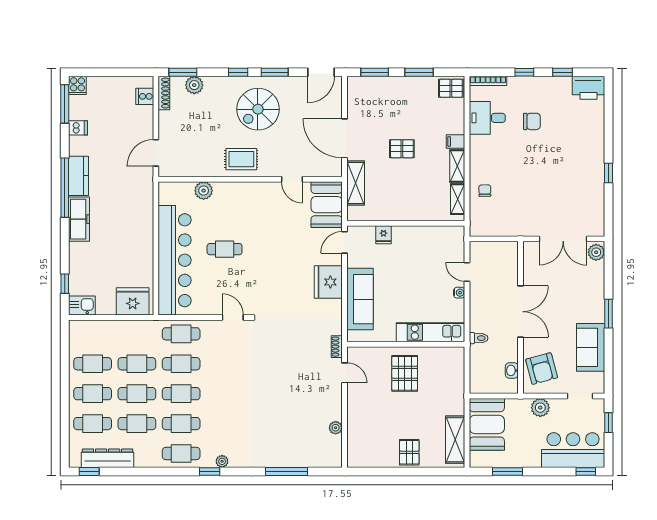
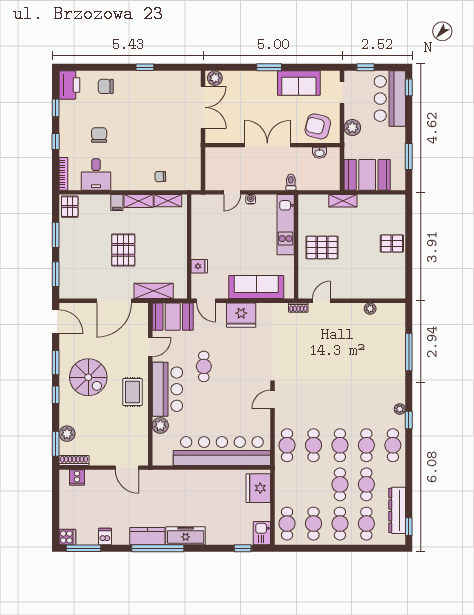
chair: (587, 129) -> (106, 86), added
pallet: (402, 149) -> (123, 250), width x1.50, depth x1.42
bar counter: (245, 199) -> (167, 389), added
cafe table: (225, 249) -> (204, 366), moved
cafe table: (137, 364) -> (287, 524), moved
armchair: (542, 369) -> (318, 126), turned -151
shelving: (455, 440) -> (343, 201), moved, width x0.67, depth x0.75

